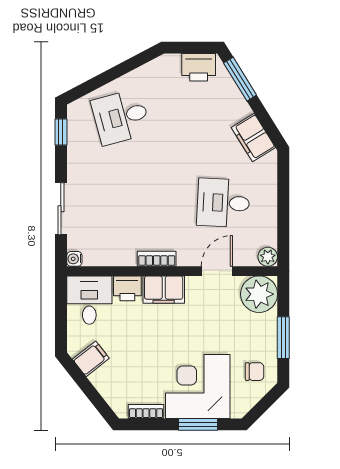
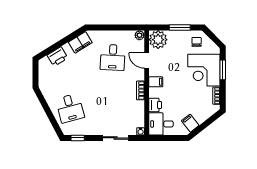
printer: (199, 67) -> (57, 57), moved, turned 58
window: (240, 79) -> (51, 49), removed
filing cabinet: (164, 290) -> (156, 82), width x0.50

